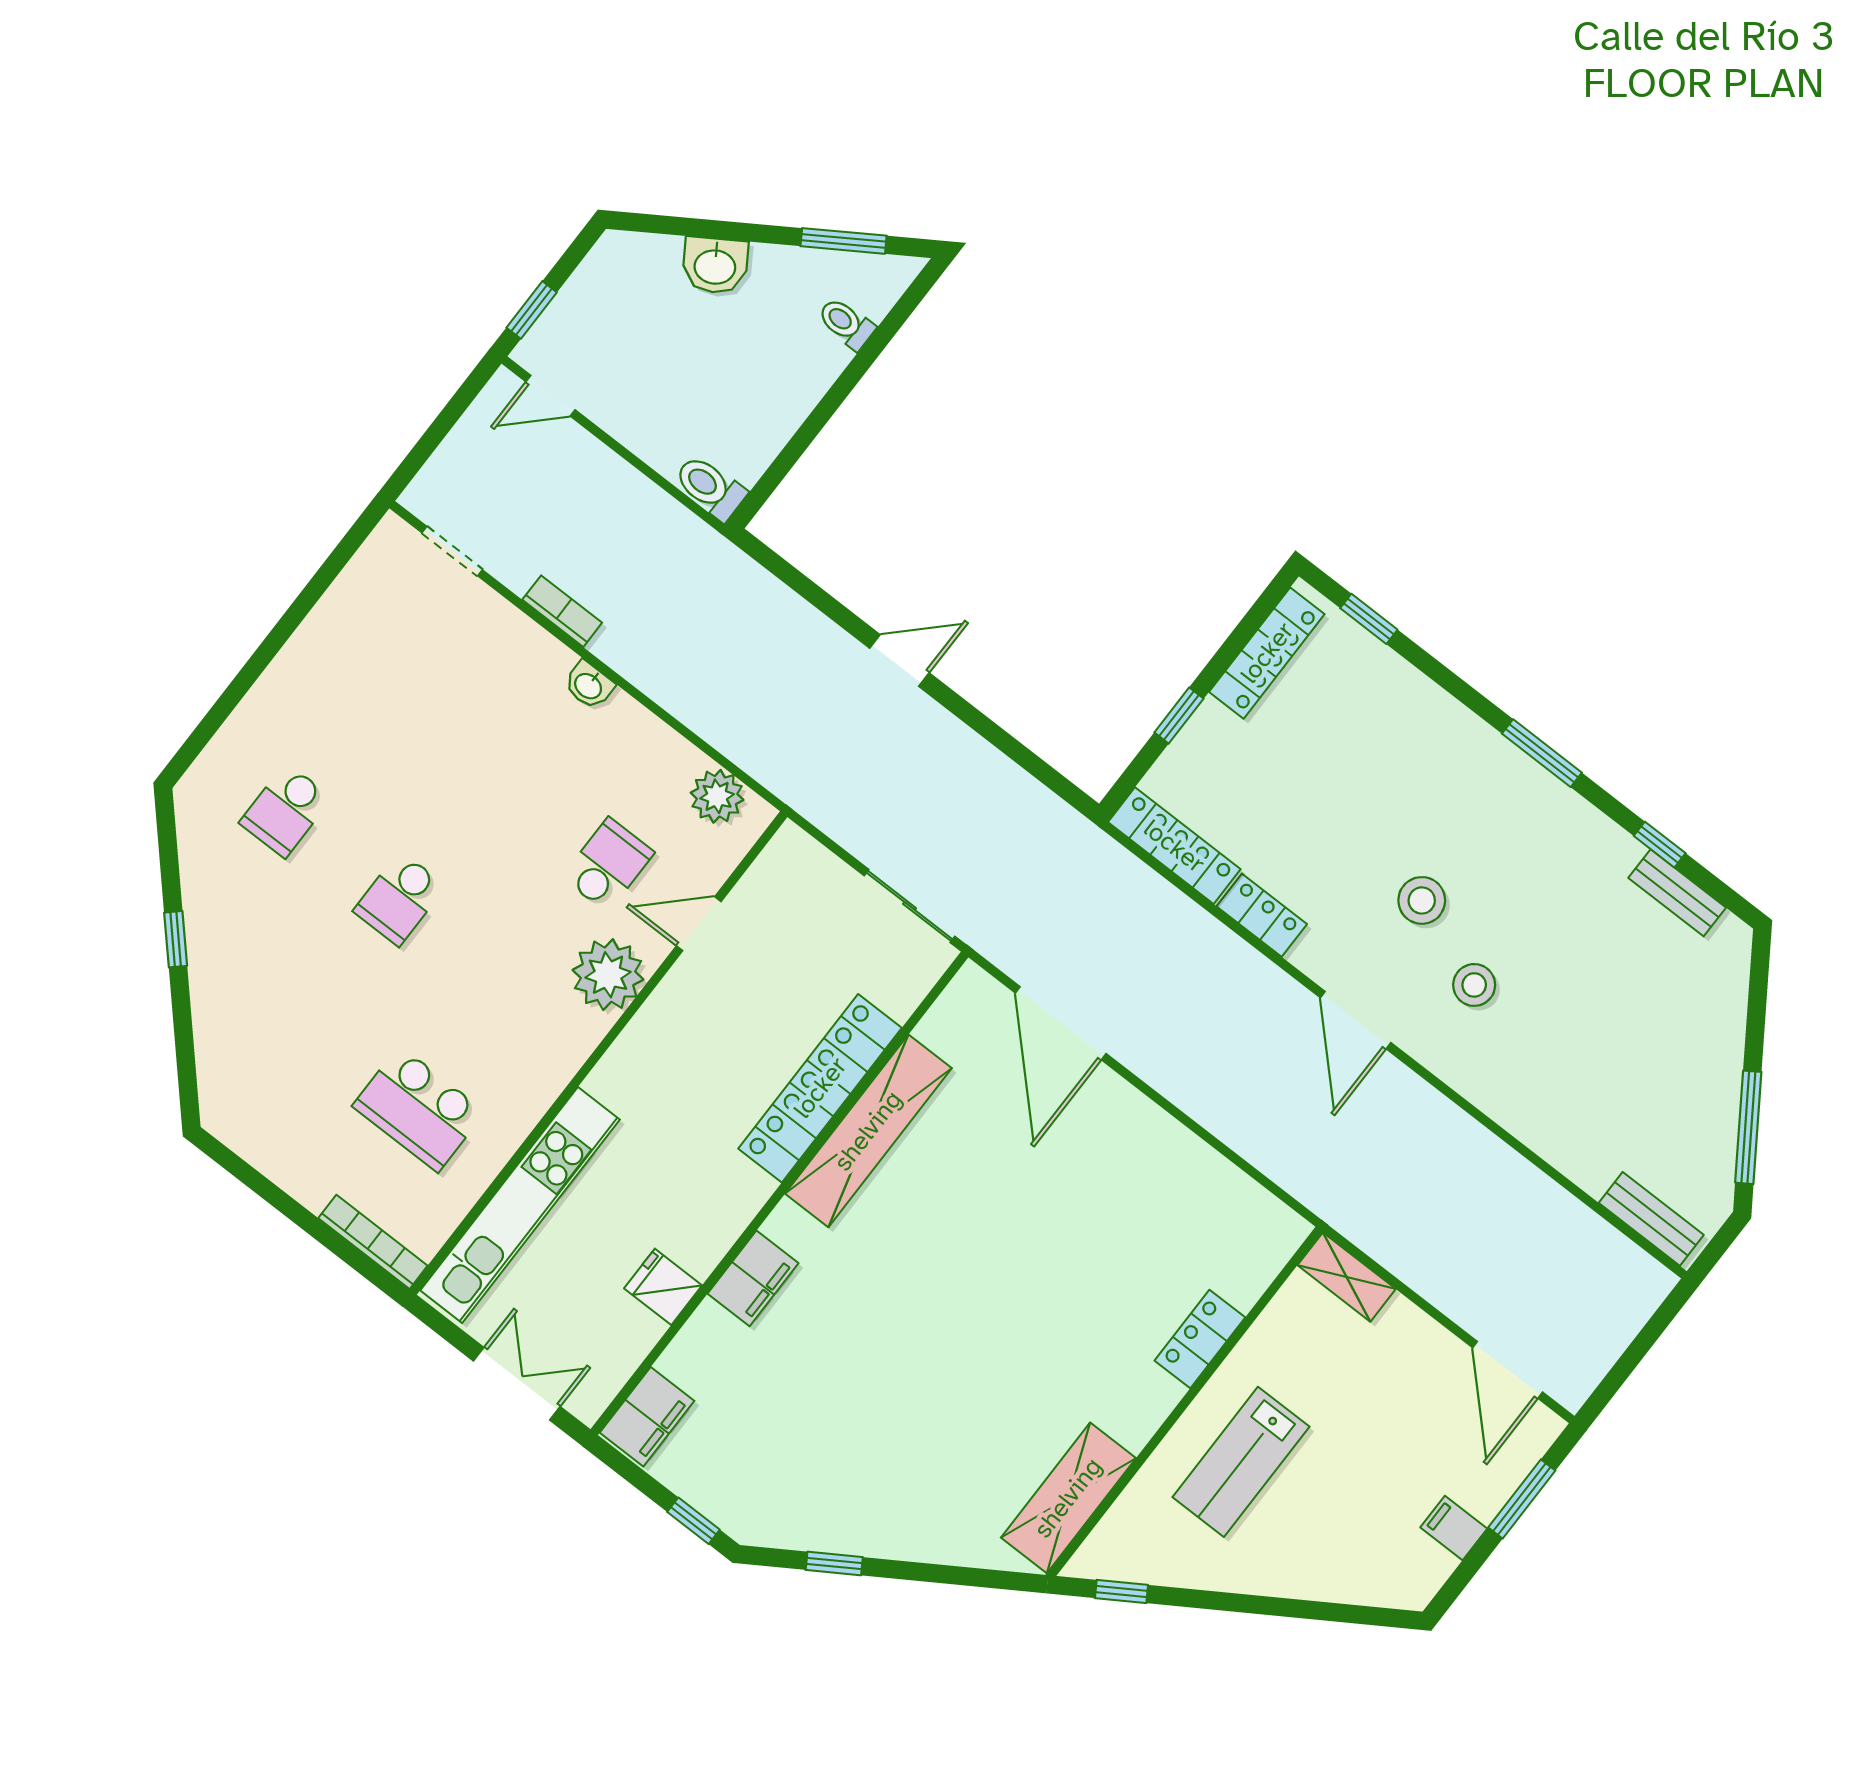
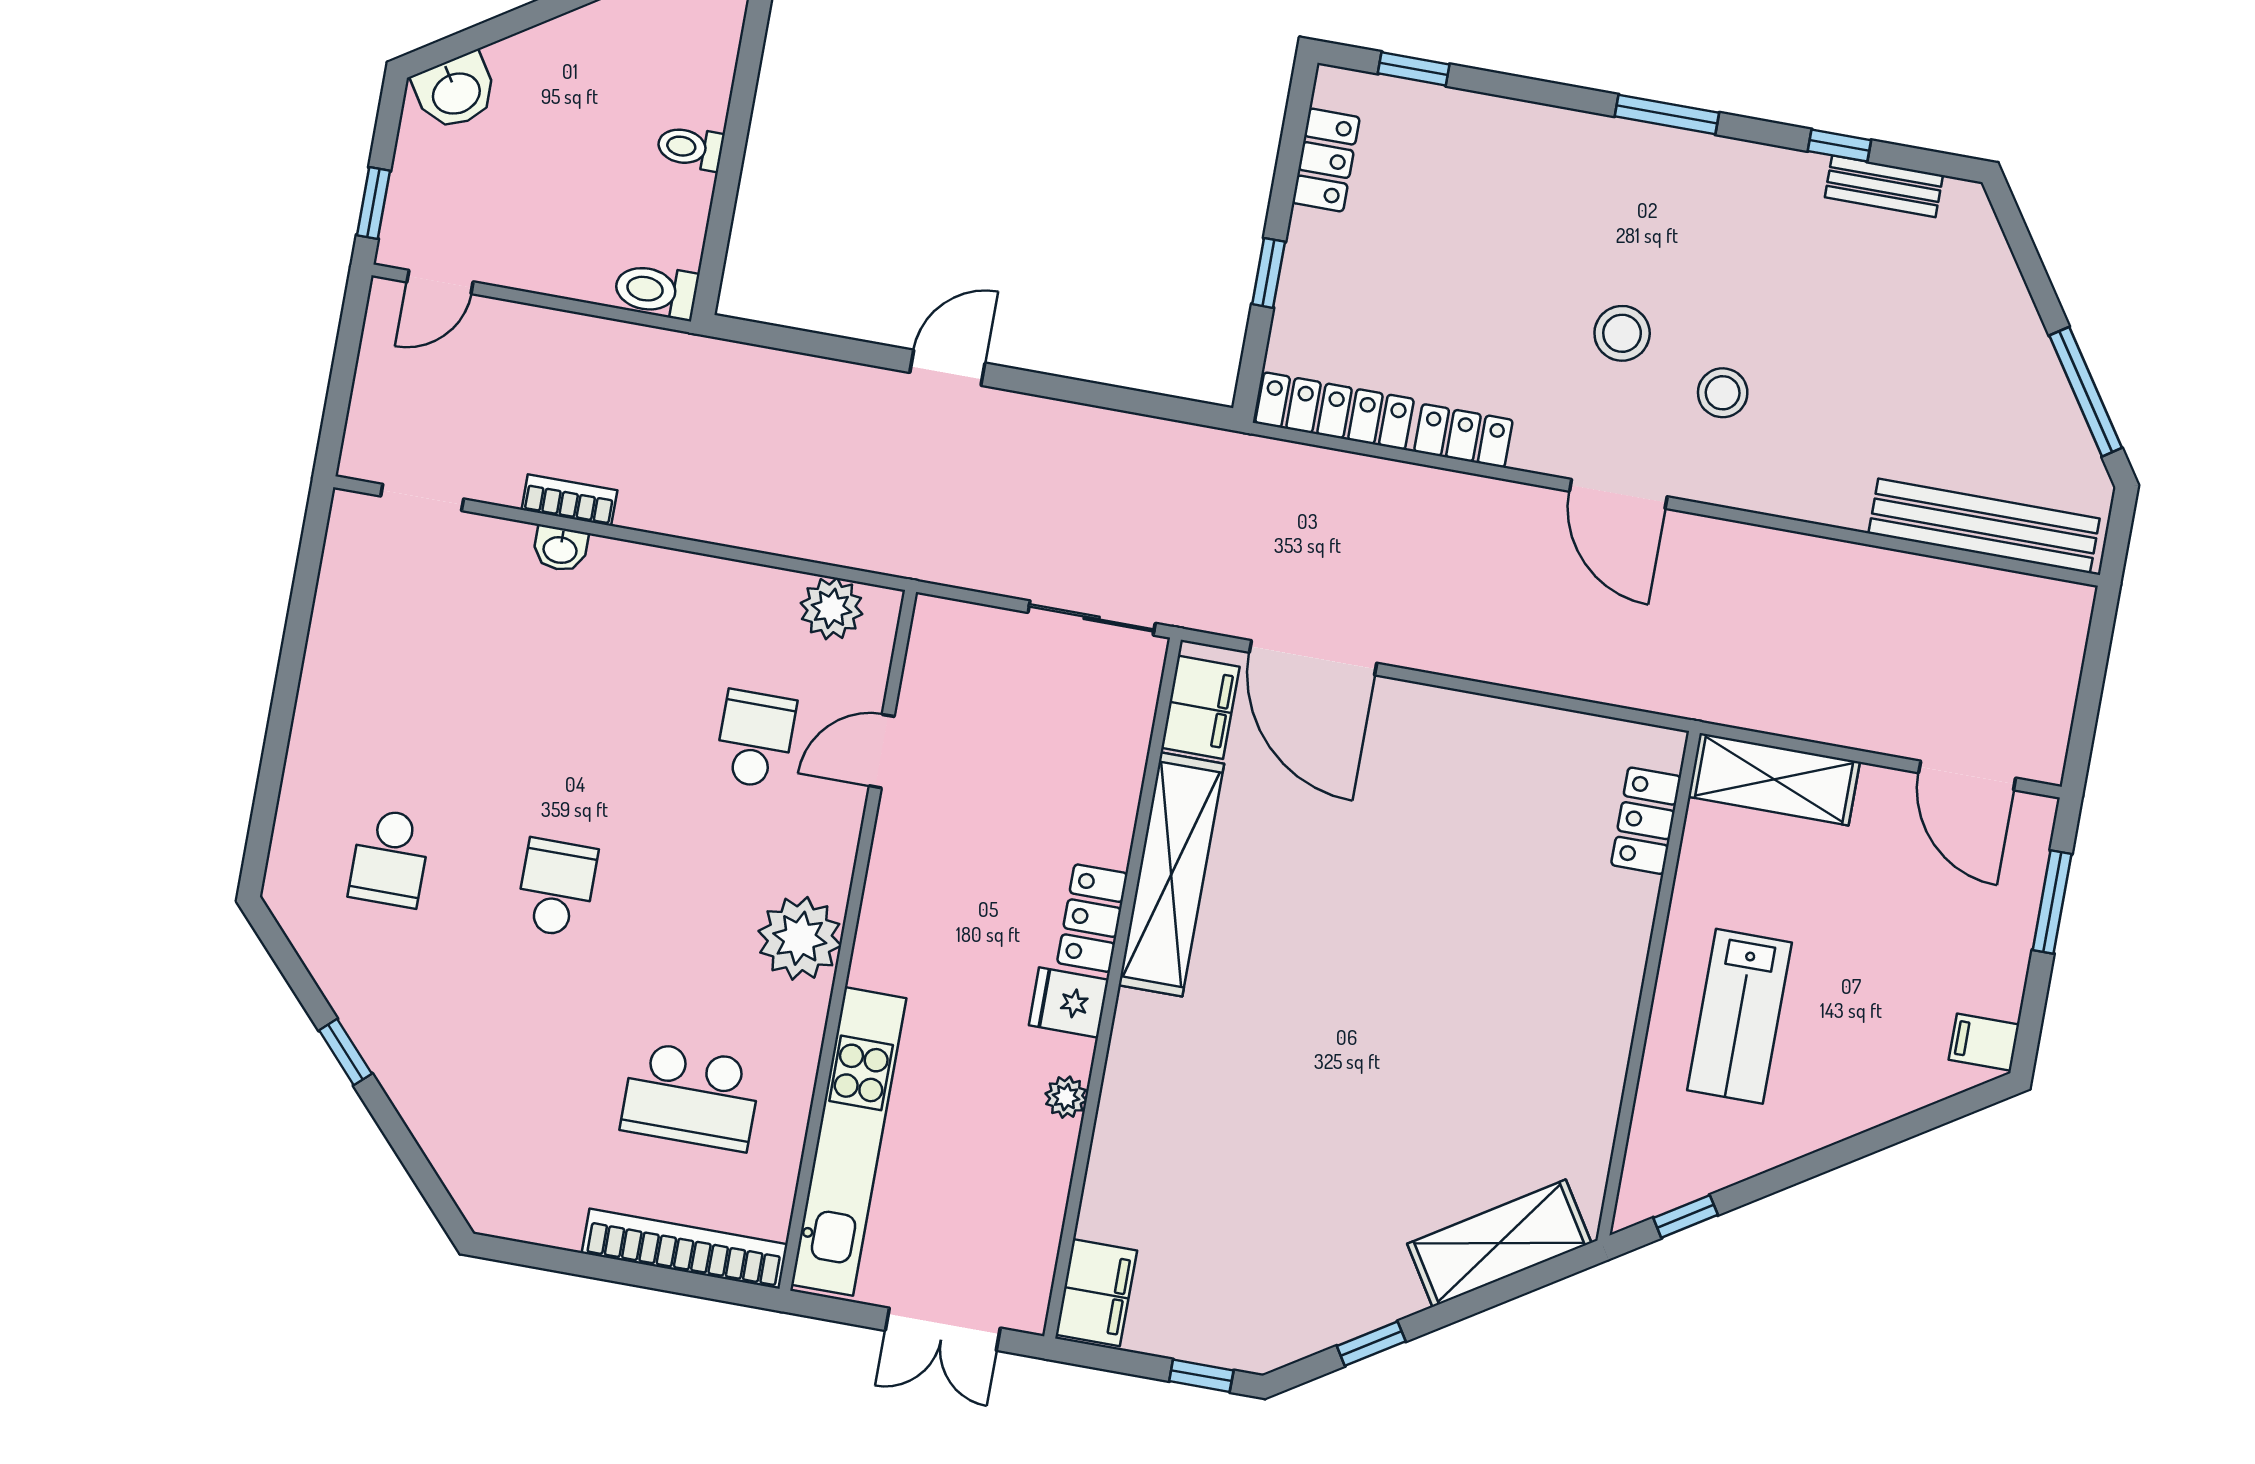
washbasin: (715, 265) -> (456, 92), moved
toilet: (846, 323) -> (690, 148), moved
locker: (1267, 653) -> (1326, 160), width x0.66
washbasin: (589, 685) -> (560, 549), moved
school desk: (399, 899) -> (556, 888), turned 180
plant: (608, 975) -> (800, 938), moved
locker: (820, 1088) -> (1092, 918), width x0.46, depth x0.83
bench: (1651, 1219) -> (1984, 526), width x1.86, depth x1.21
bookcase: (373, 1242) -> (685, 1249), width x1.48, depth x1.31
plant: (701, 1257) -> (1066, 1097), added
shelving: (1347, 1277) -> (1774, 779), width x1.50, depth x1.33
filing cabinet: (753, 1278) -> (1200, 707), moved
fridge: (663, 1287) -> (1069, 1002), moved
locker: (1200, 1339) -> (1646, 821), moved
double door: (517, 1384) -> (943, 1329), swing flipped
shelving: (1068, 1498) -> (1499, 1243), moved, turned 58
filing cabinet: (1454, 1528) -> (1984, 1042), moved

